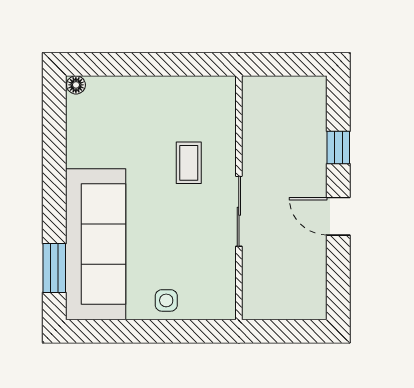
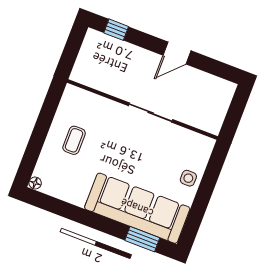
window: (338, 148) -> (116, 30), moved
coffee table: (189, 163) -> (74, 140), moved, turned 90

